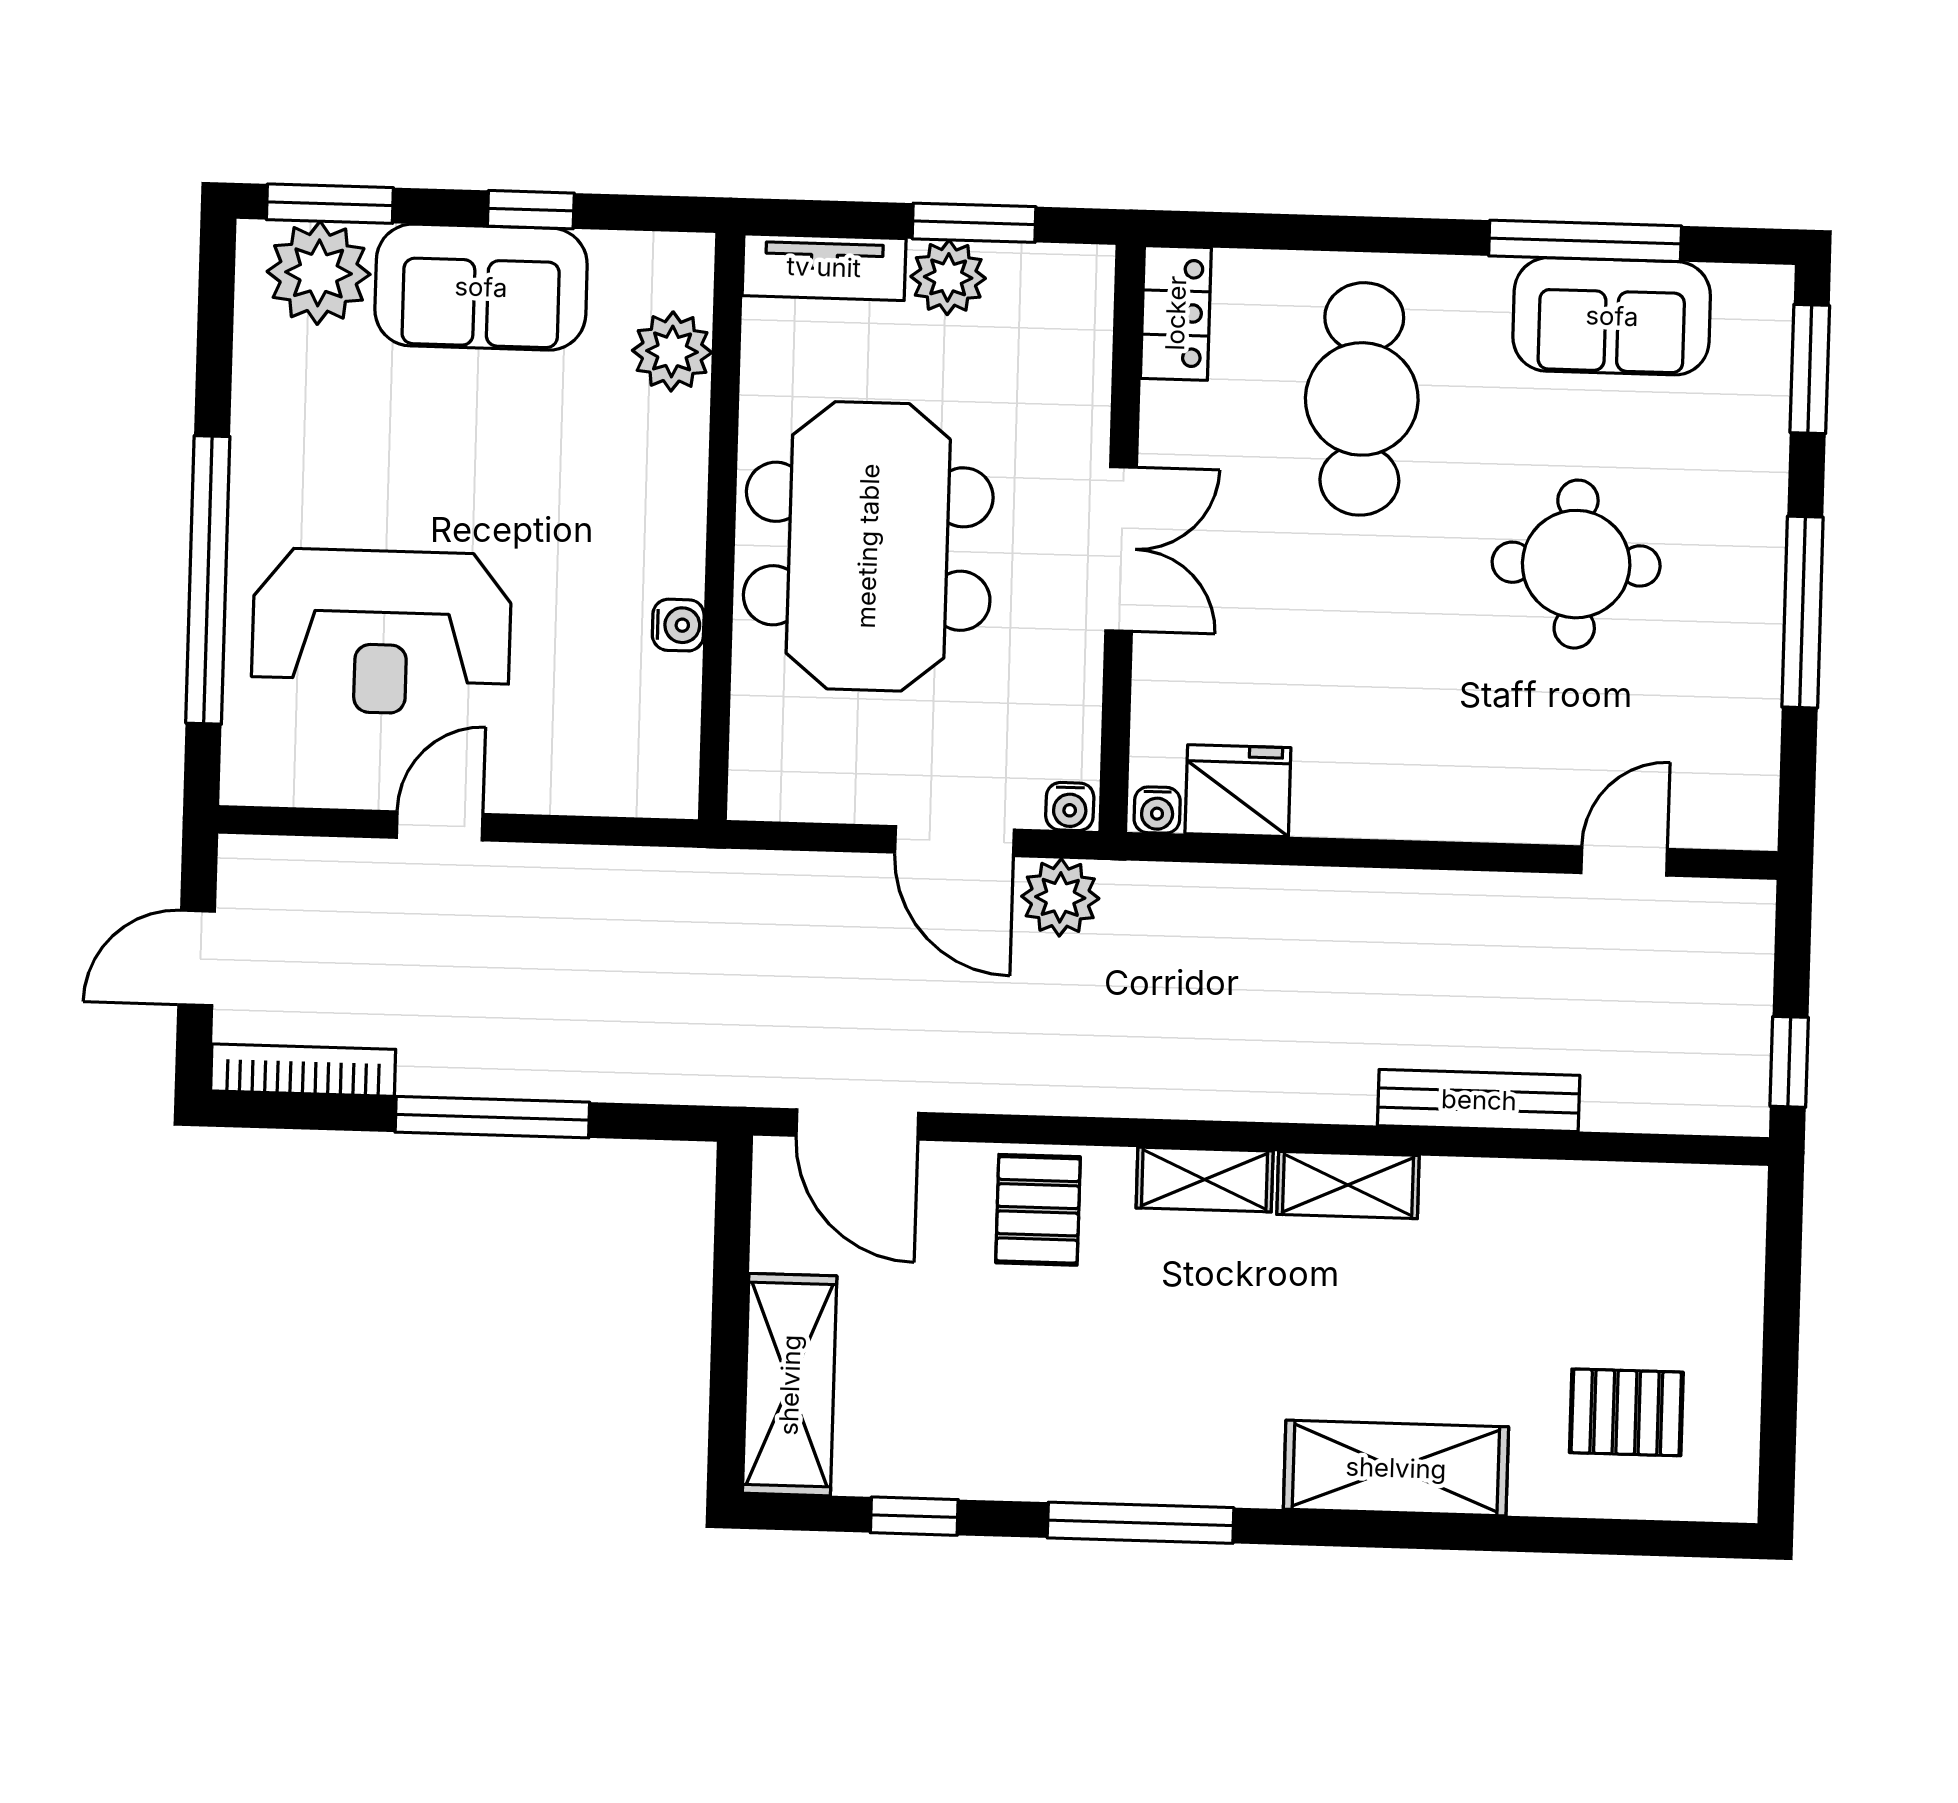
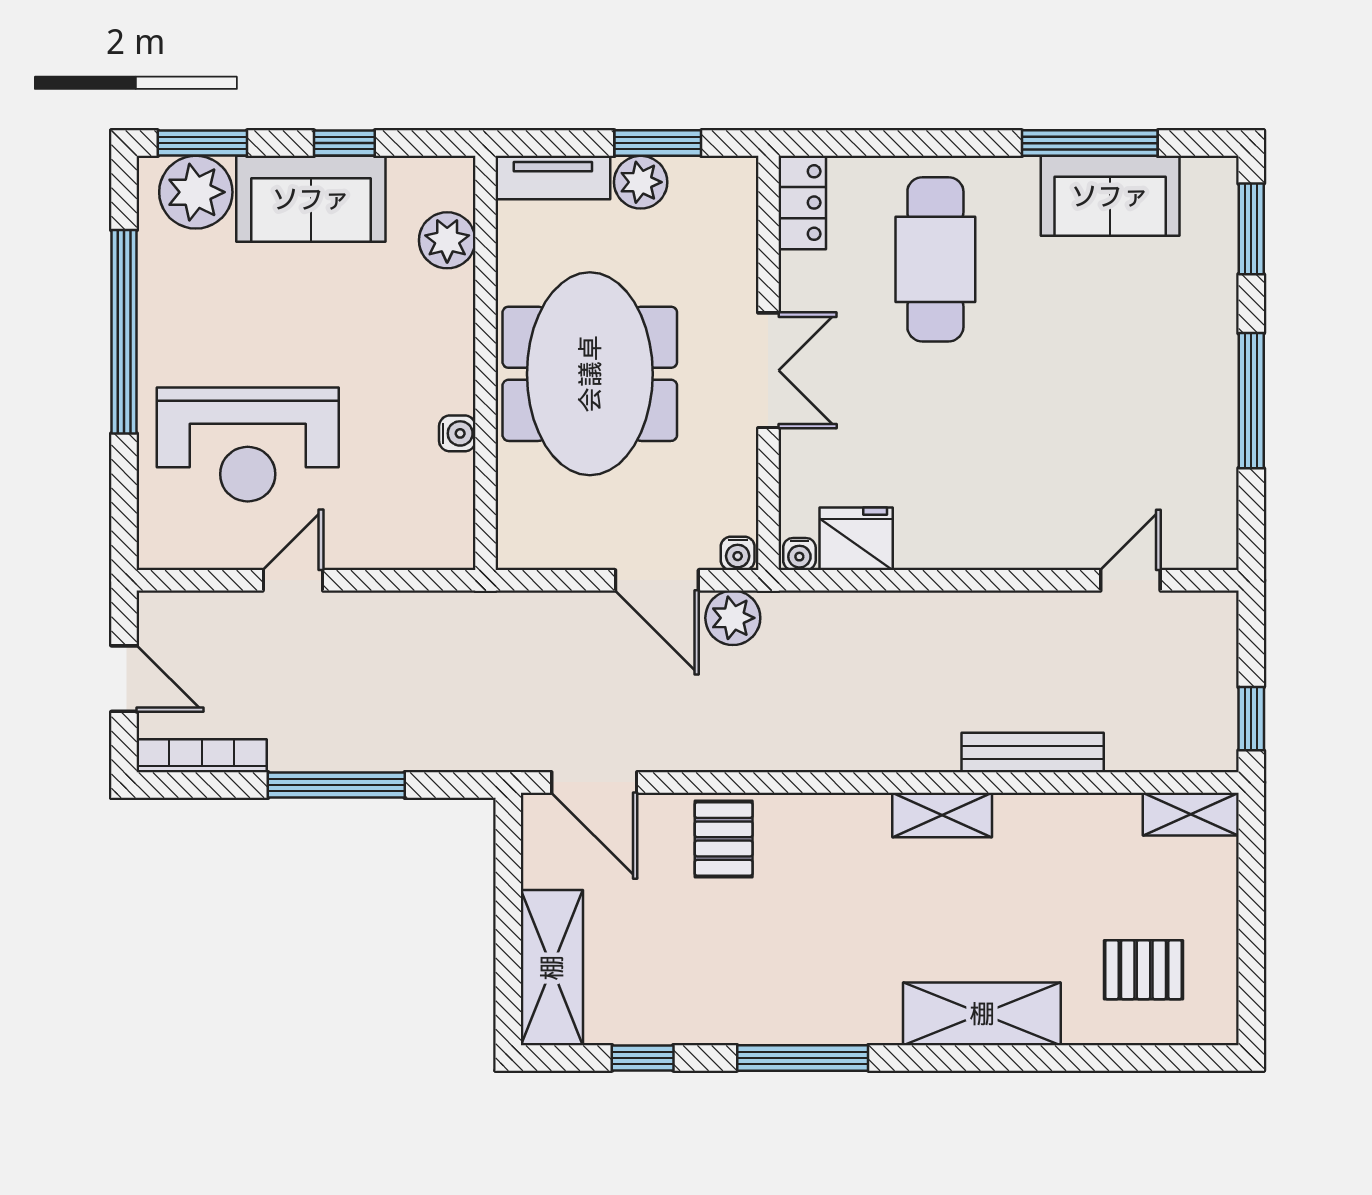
round table: (1576, 564) -> (1090, 372), removed
window: (208, 580) -> (124, 332), moved
door: (197, 958) -> (124, 679), swing flipped
shelving: (1205, 1180) -> (1191, 814), moved

